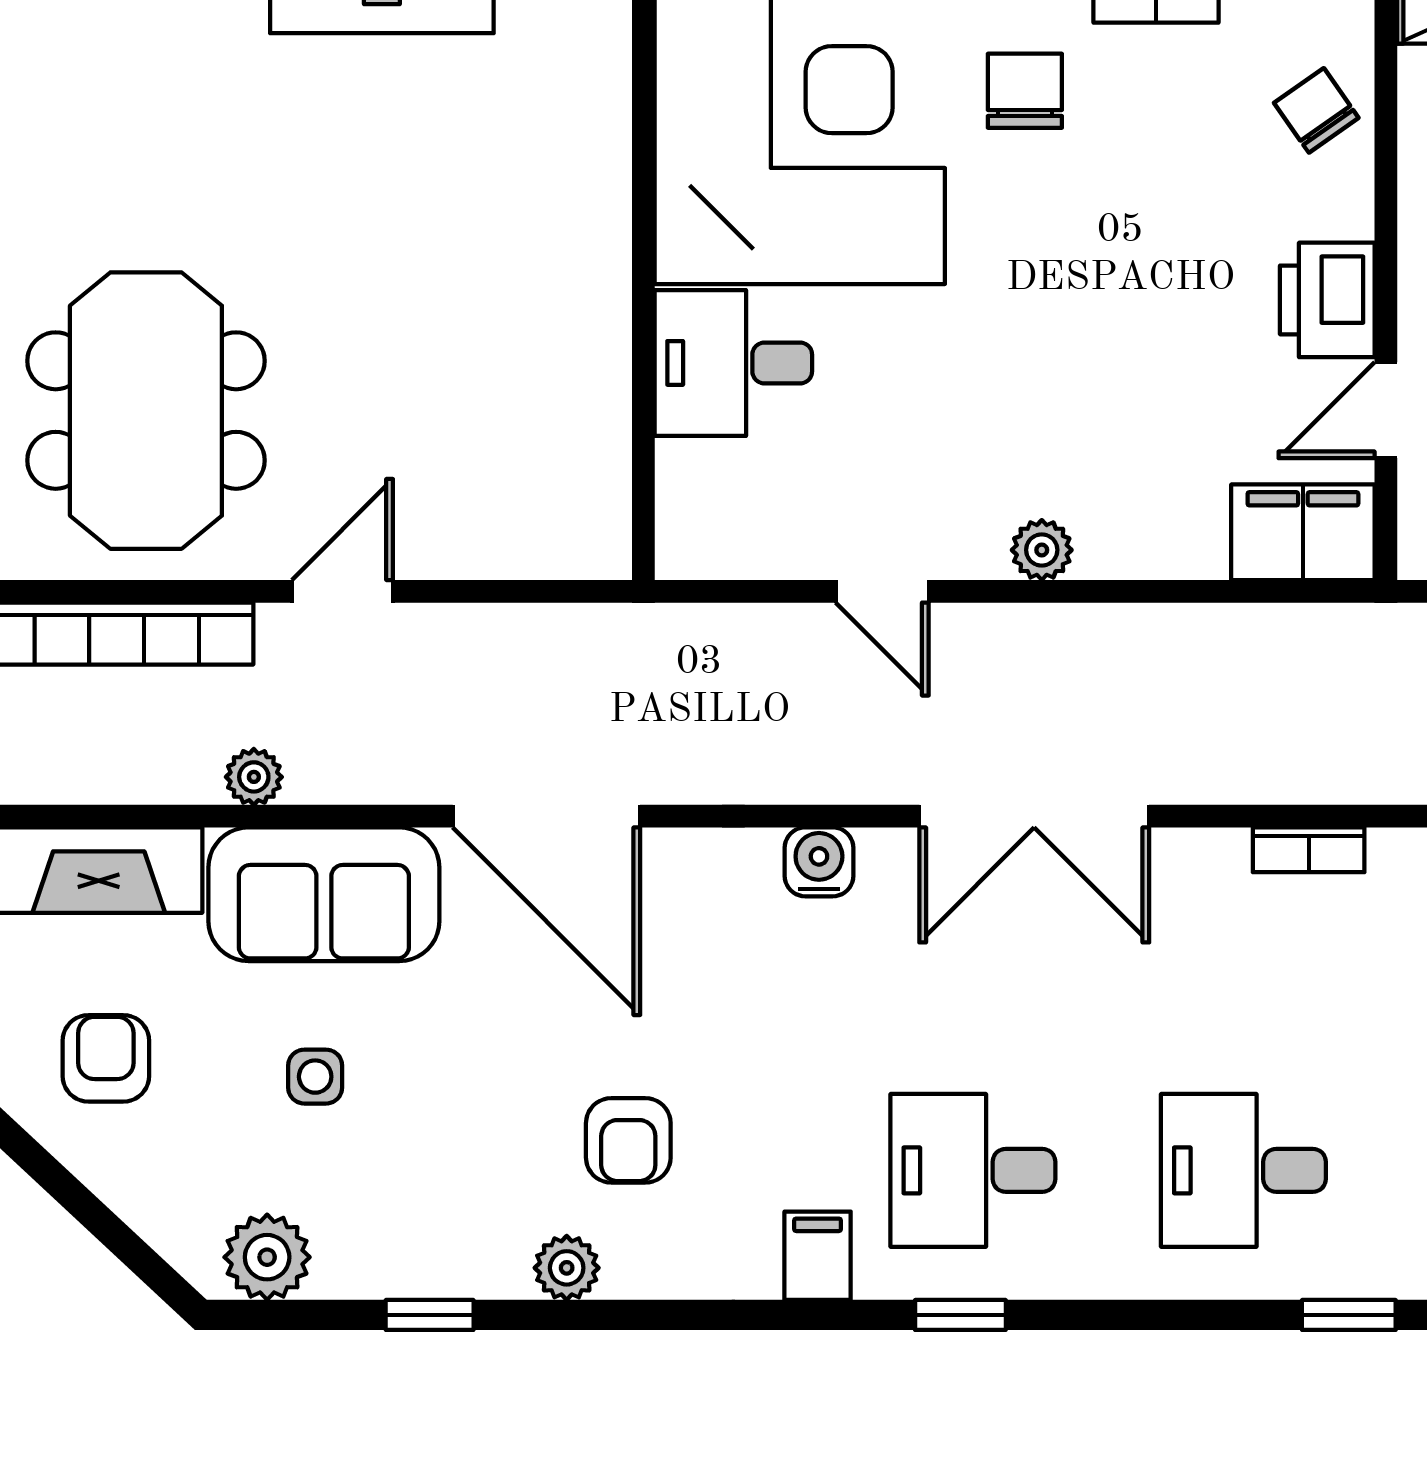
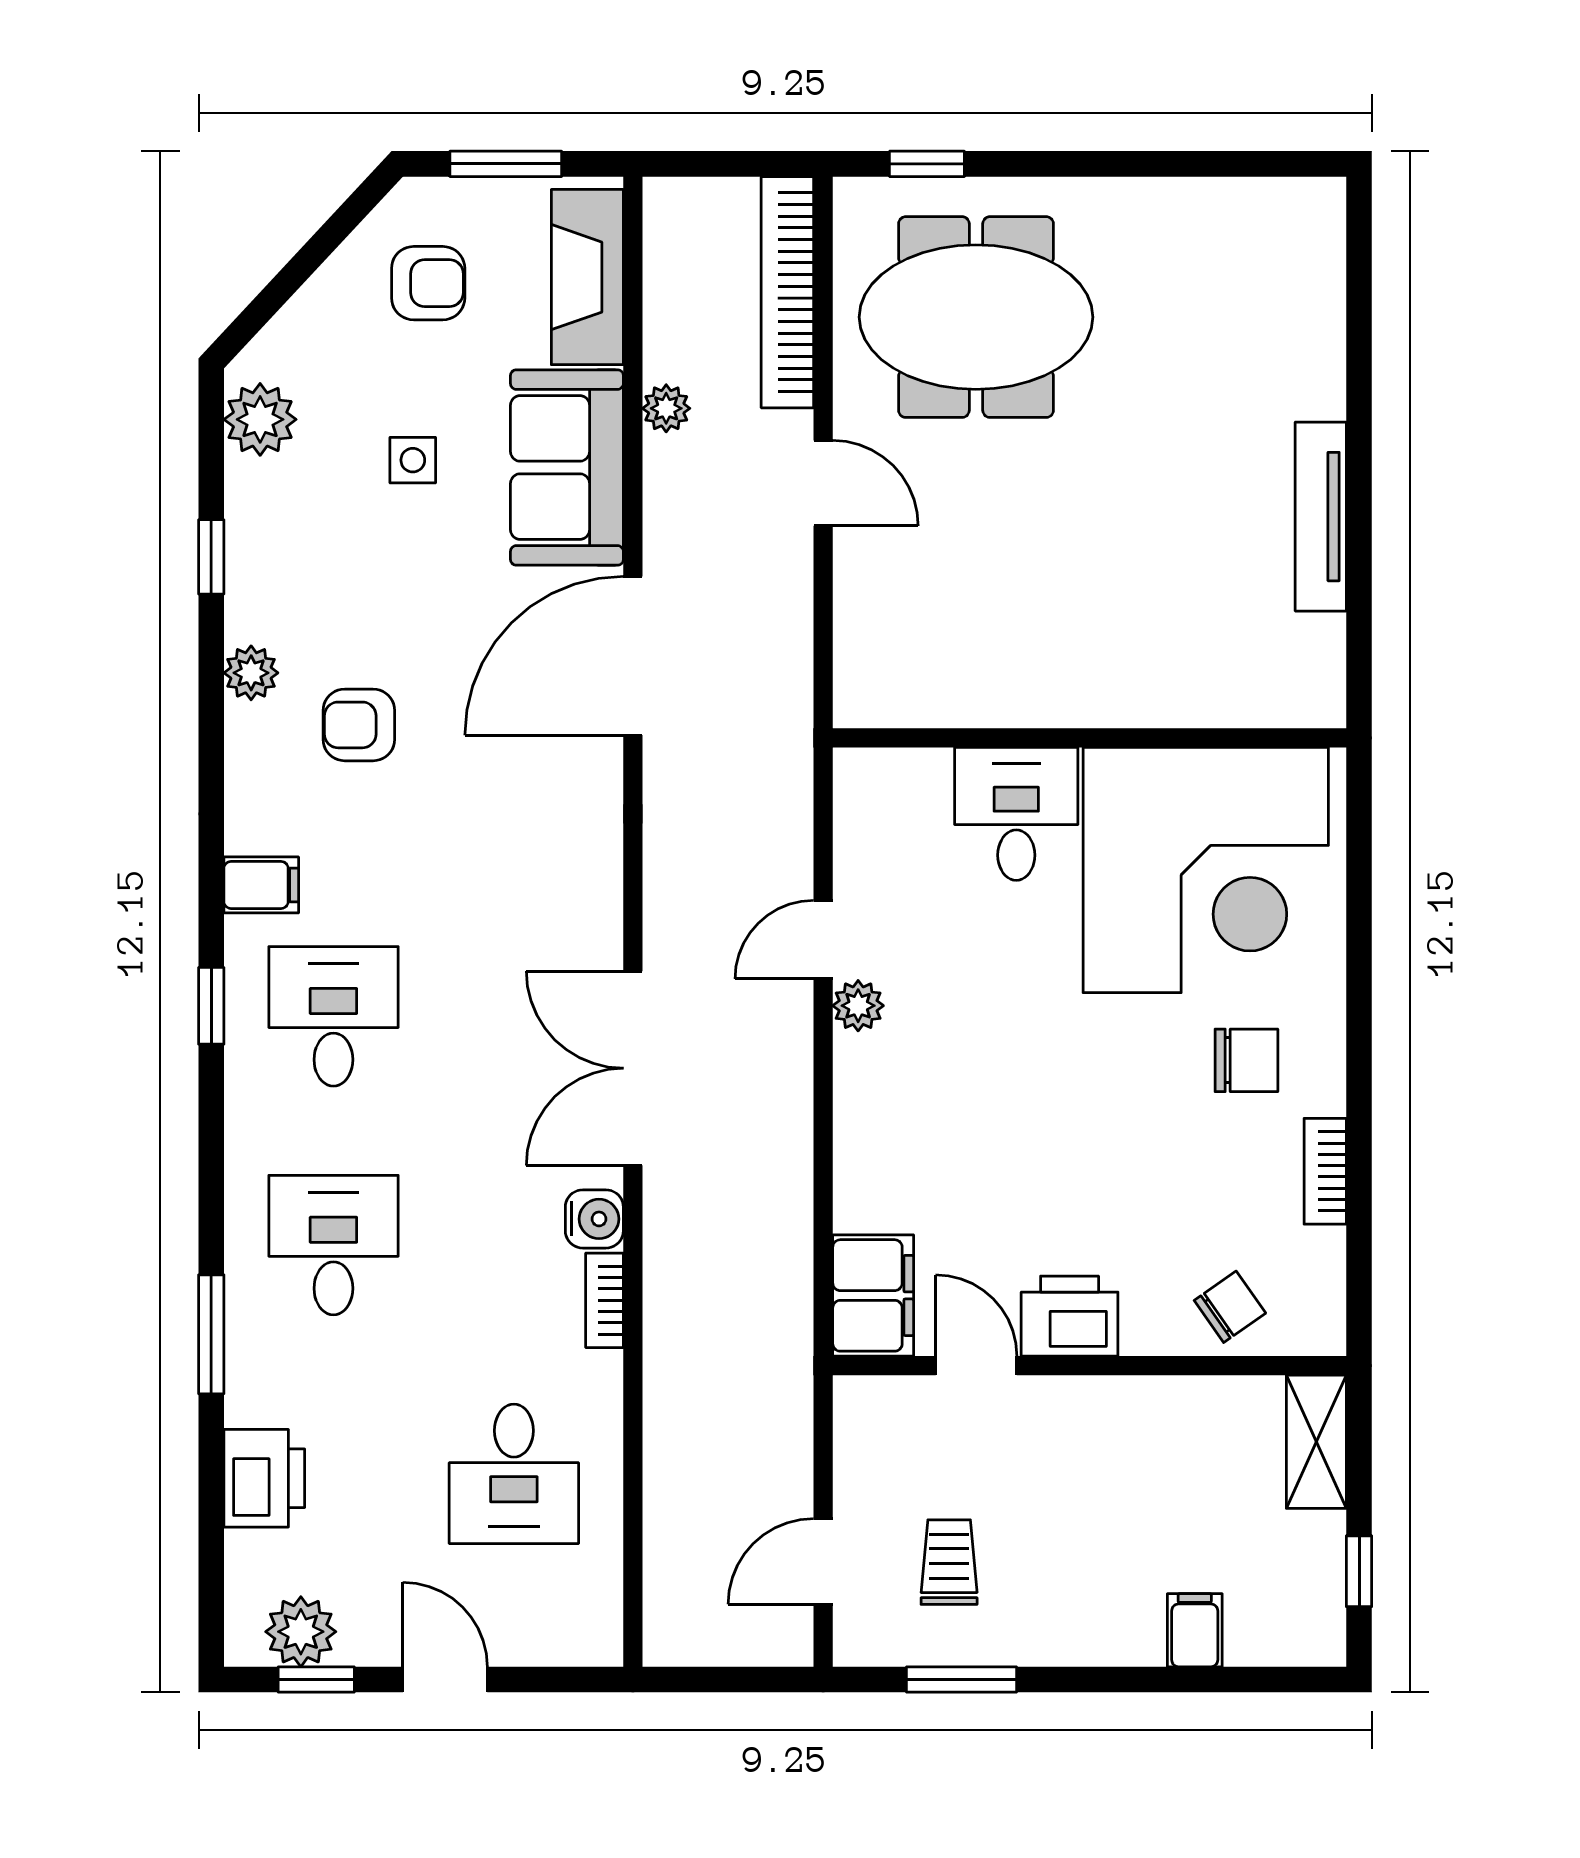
plant: (1042, 550) -> (858, 1006), moved
water cooler: (819, 862) -> (594, 1219), moved
window: (1349, 1315) -> (211, 1334), width x1.50

